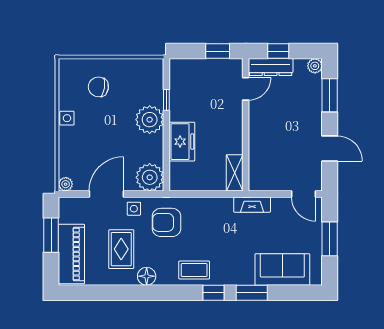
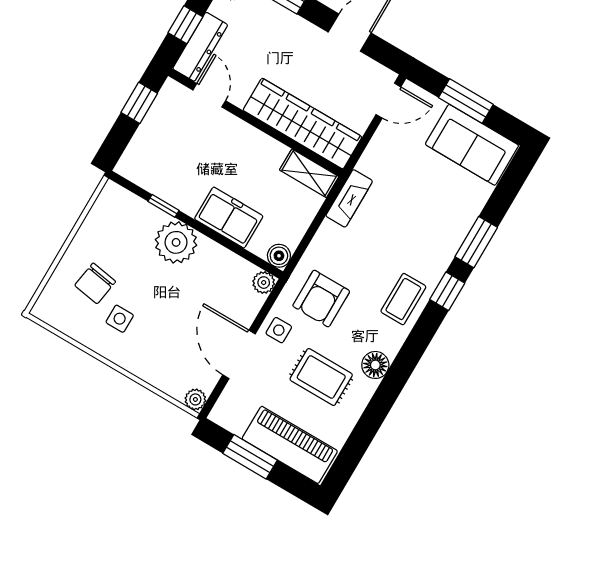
side table: (67, 118) -> (120, 319), moved
wardrobe: (261, 152) -> (302, 124), added
plant: (150, 177) -> (264, 283), width x0.53, depth x0.53
boiler: (177, 184) -> (279, 256), added
fireplace: (252, 205) -> (349, 198), moved
sofa: (282, 269) -> (472, 145), moved, turned -90

